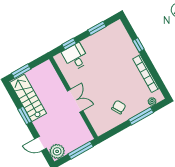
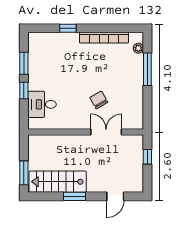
window: (69, 44) -> (24, 90), moved
double door: (75, 101) -> (106, 132), moved
chair: (119, 107) -> (99, 100), moved
window: (81, 150) -> (147, 157), width x0.46
plant: (57, 151) -> (134, 183), removed

